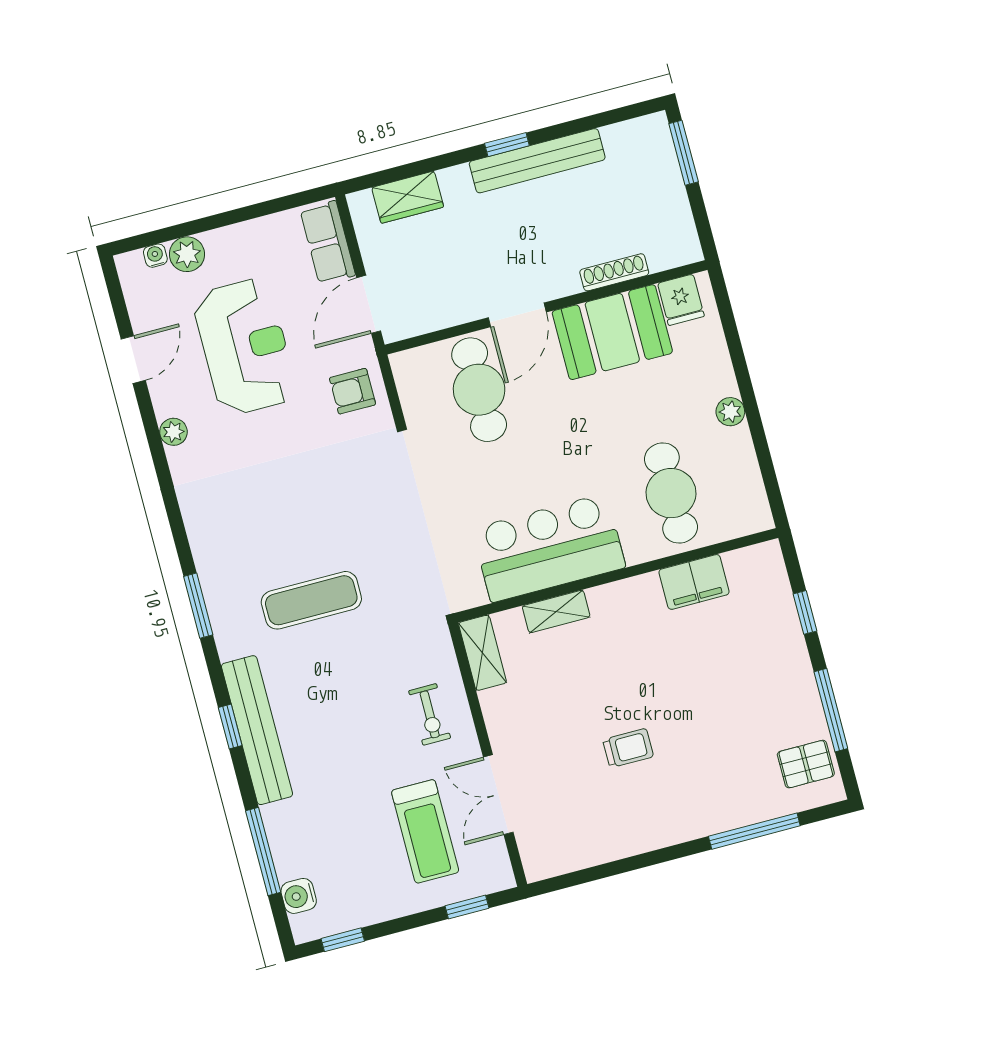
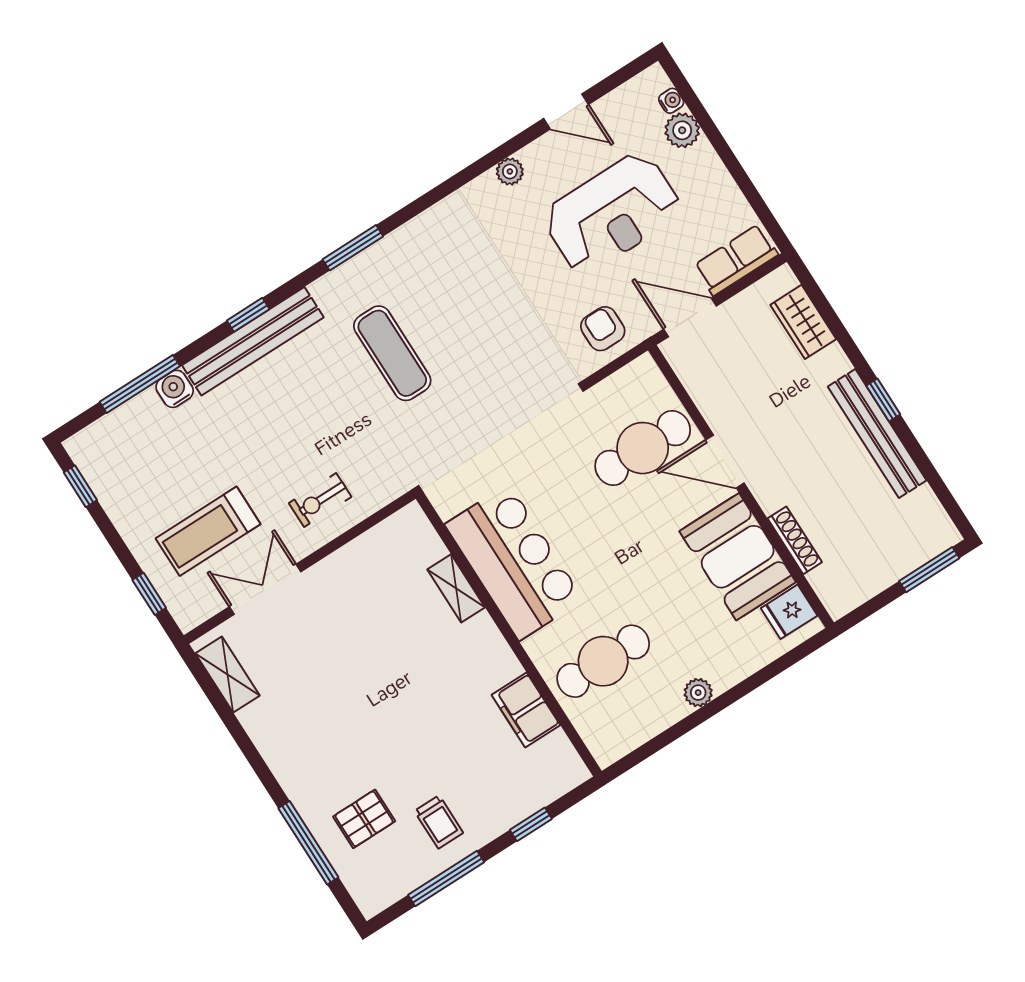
shelving: (482, 653) -> (228, 675), moved, turned 90
trolley: (628, 748) -> (439, 822), moved
pallet: (806, 764) -> (364, 819), moved, turned 90
water cooler: (299, 896) -> (175, 389), moved

